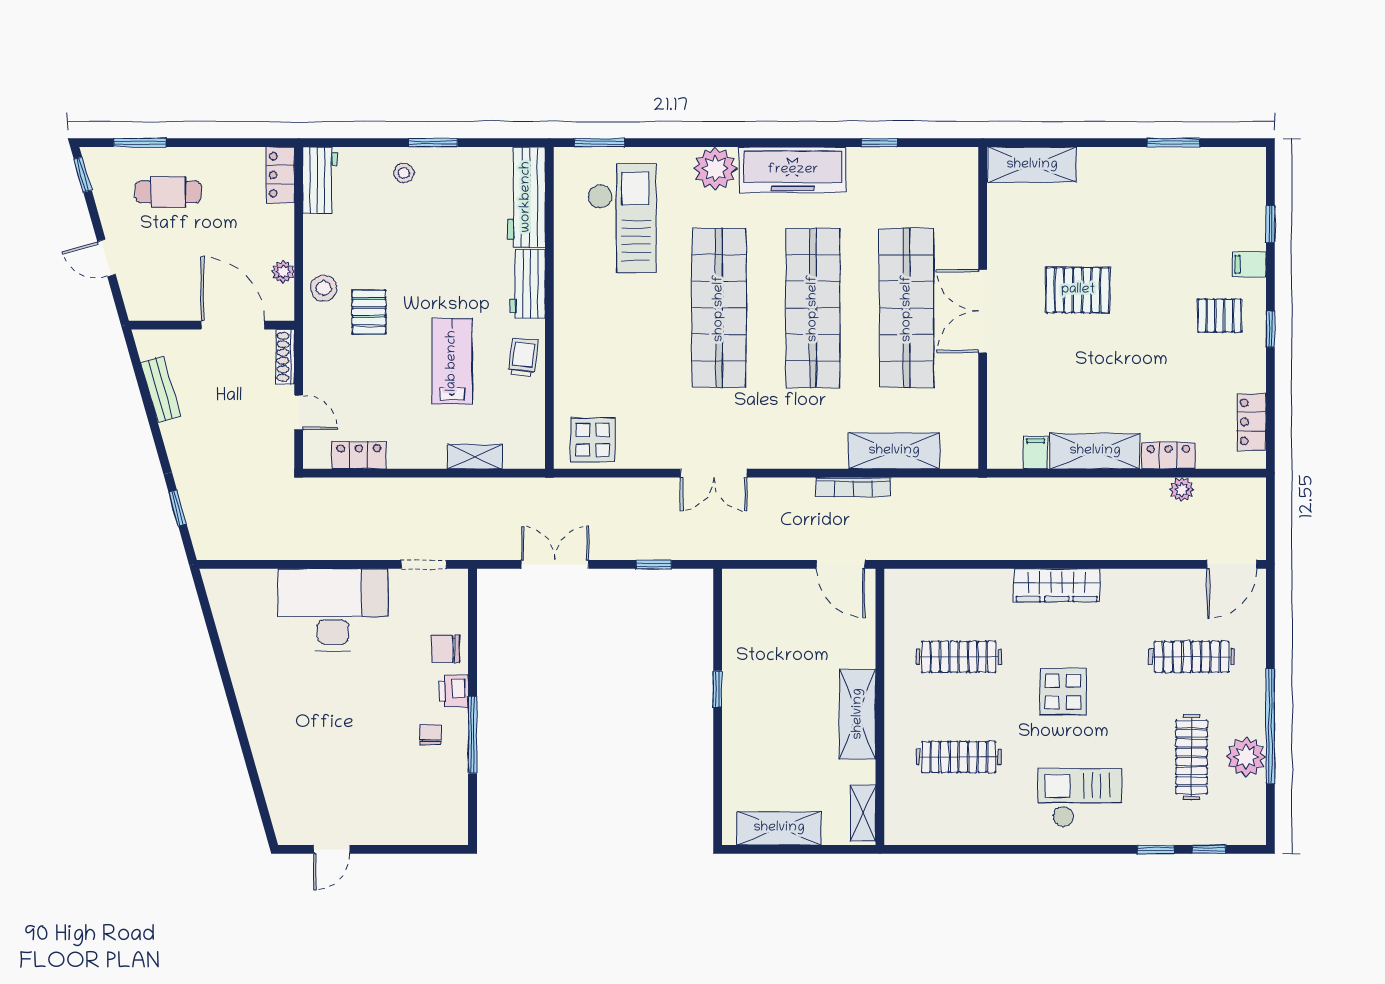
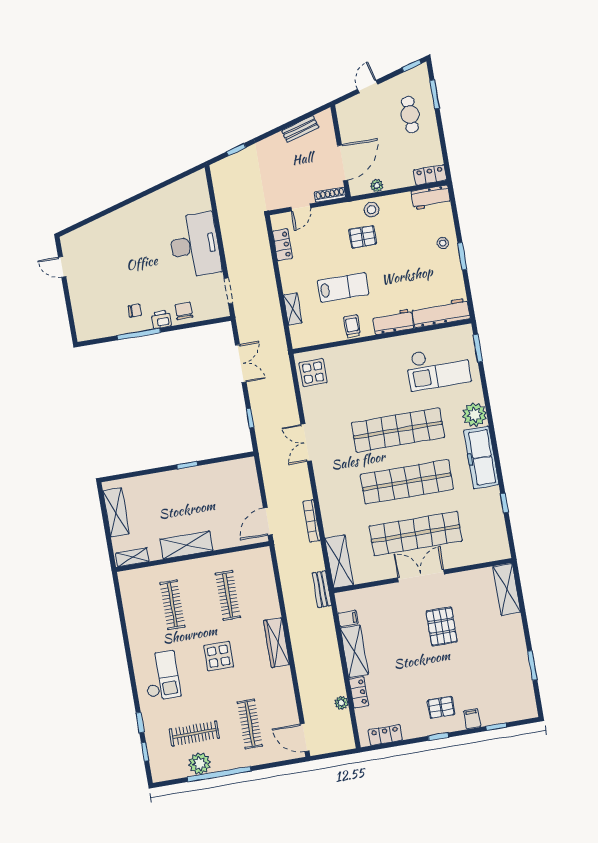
pallet: (1220, 316) -> (441, 707), turned 90
trolley: (523, 357) -> (352, 326), turned -97
shelving: (894, 451) -> (339, 562), moved
bench: (976, 490) -> (322, 589), added

